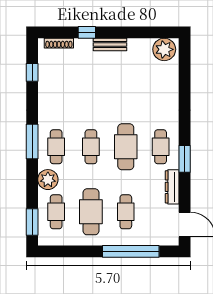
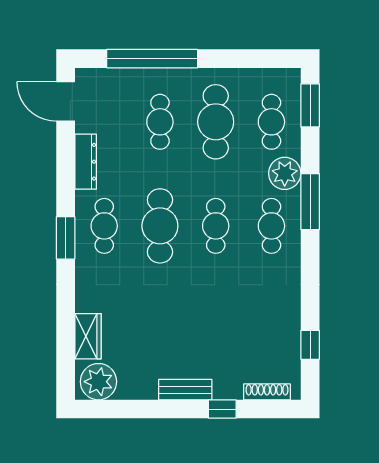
wardrobe: (171, 78) -> (88, 336), added
window: (32, 142) -> (310, 202), moved
window: (185, 159) -> (66, 238), moved

